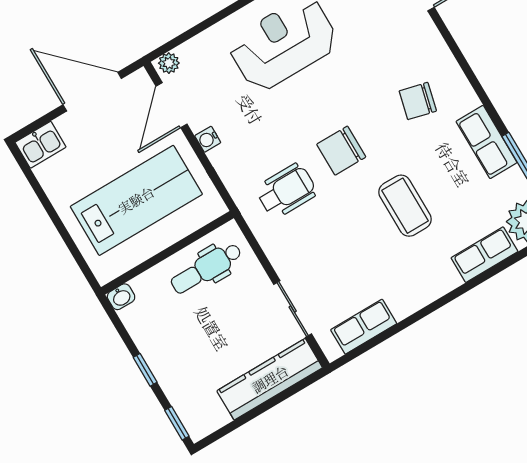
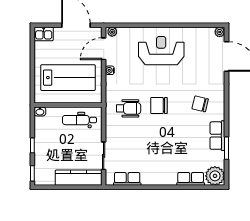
coffee table: (405, 206) -> (171, 142), removed

